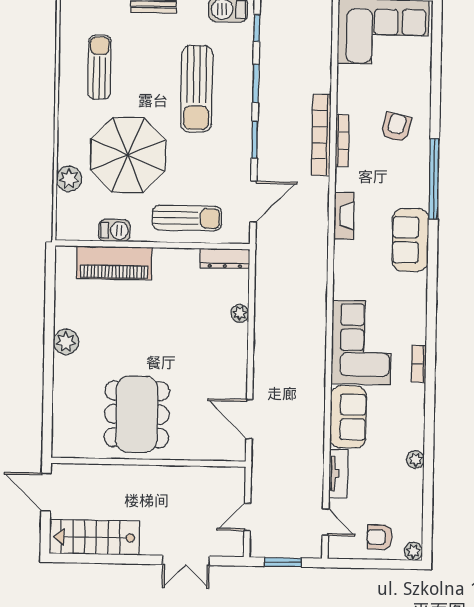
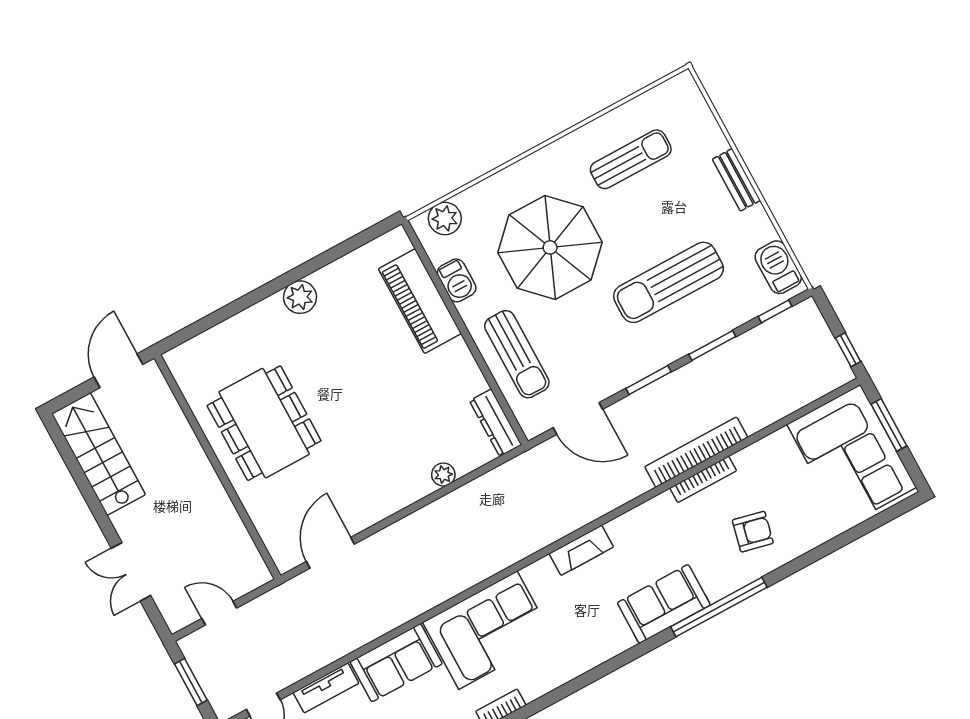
plant: (69, 179) -> (445, 219), moved
fireplace: (344, 216) -> (581, 550), moved
sofa: (410, 240) -> (664, 604), moved
dining table: (137, 414) -> (264, 423), turned 90

